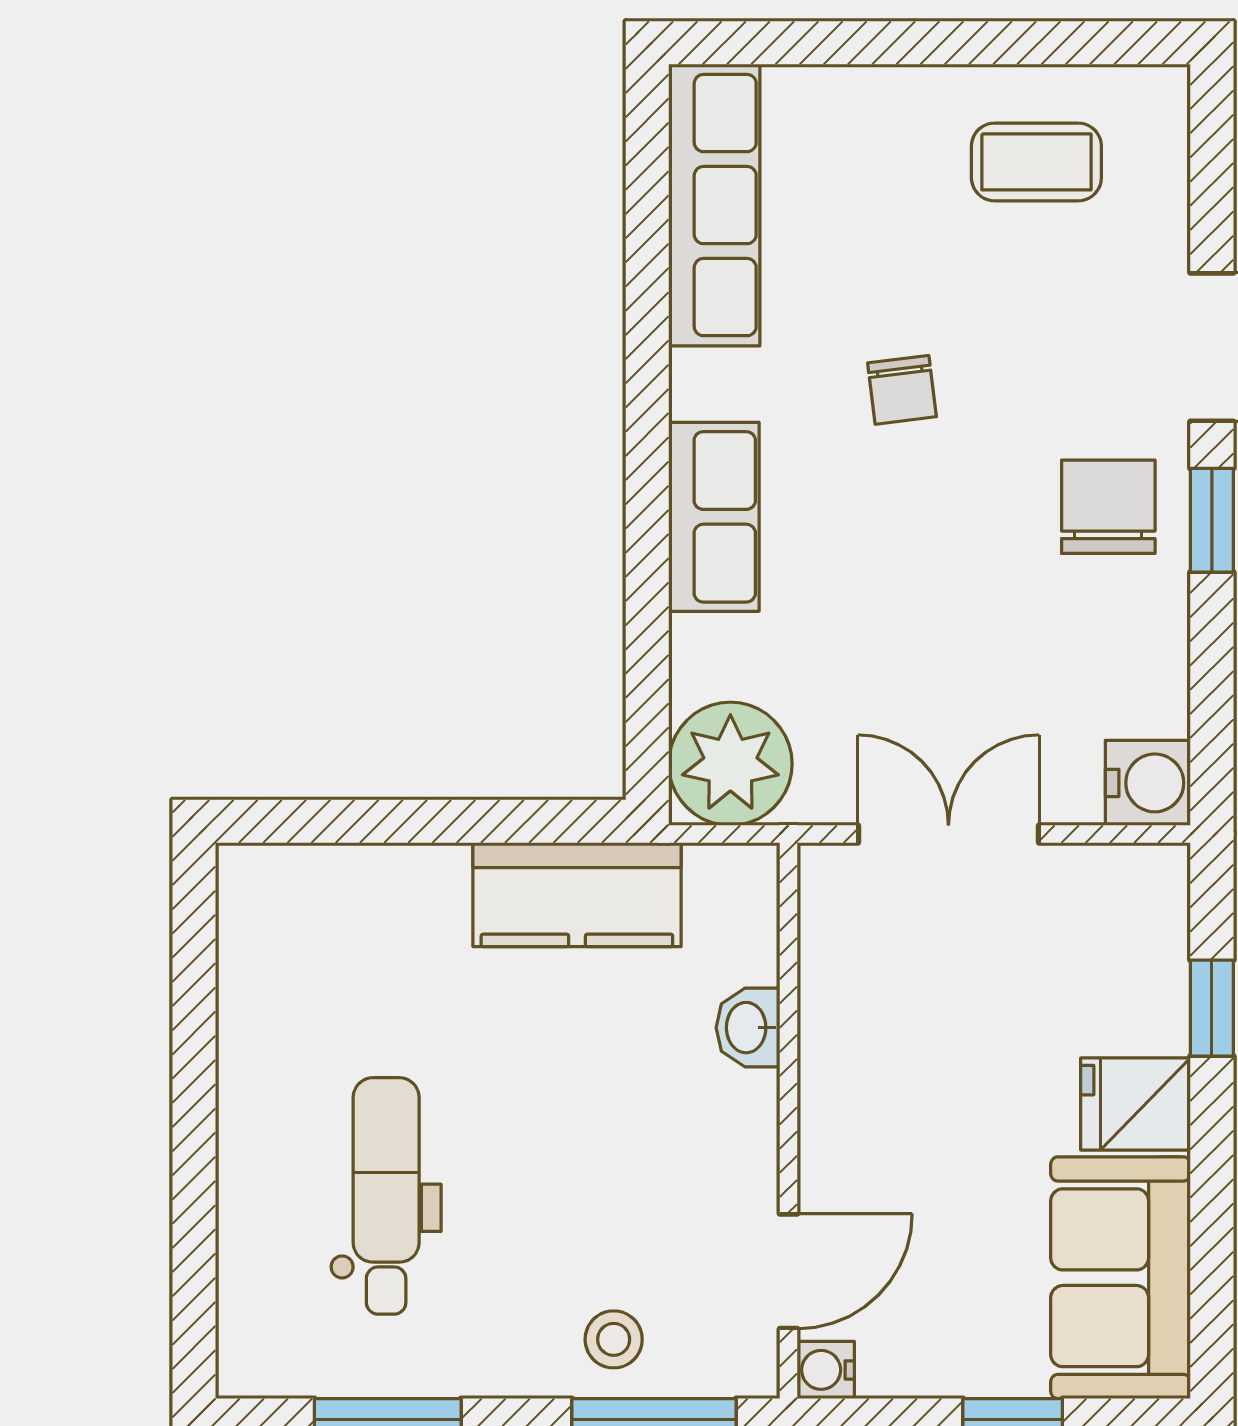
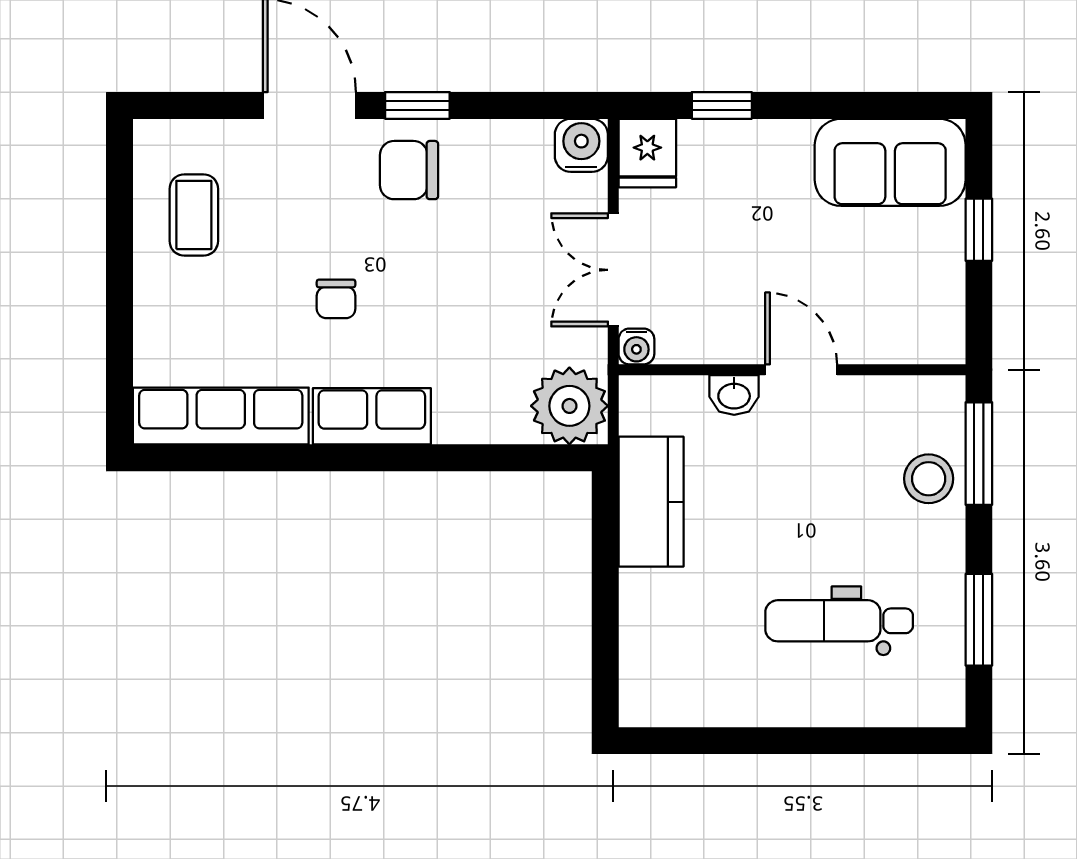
chair: (902, 390) -> (336, 299), turned 97
row of seats: (714, 517) -> (372, 416), moved
fridge: (1136, 1104) -> (647, 153), moved
door: (788, 1271) -> (801, 370), moved
stool: (614, 1339) -> (929, 479), width x1.37, depth x1.37
water cooler: (826, 1370) -> (636, 346), moved

